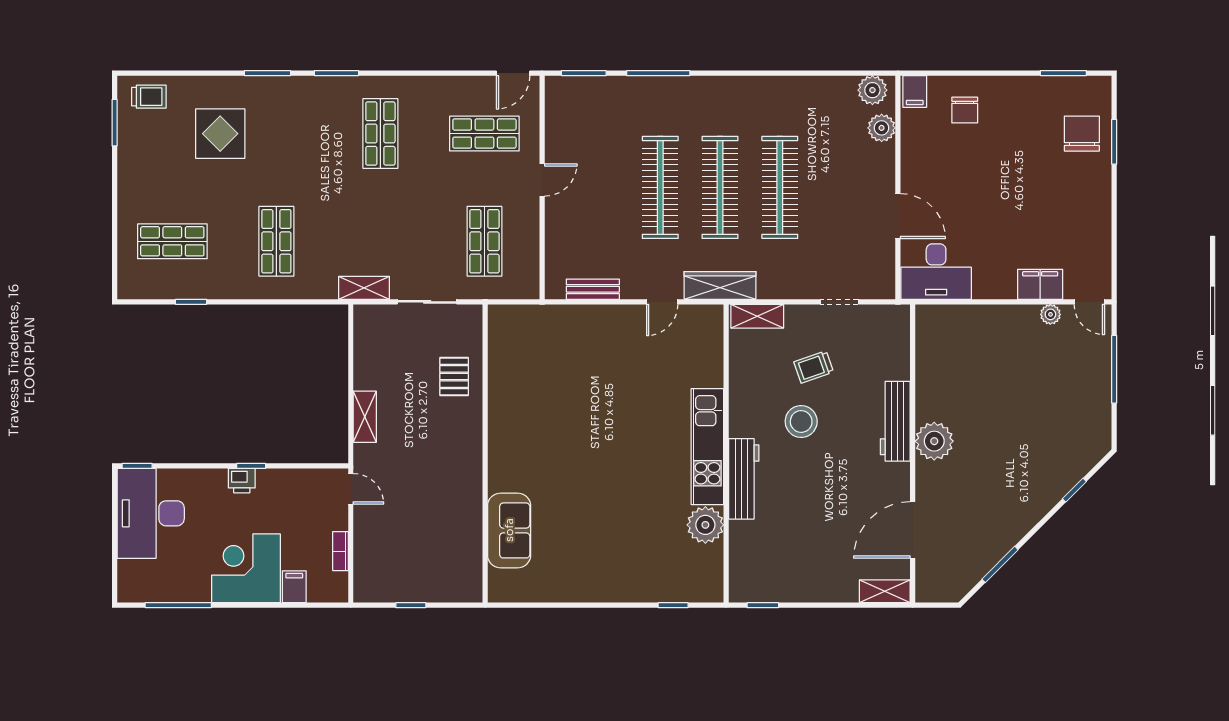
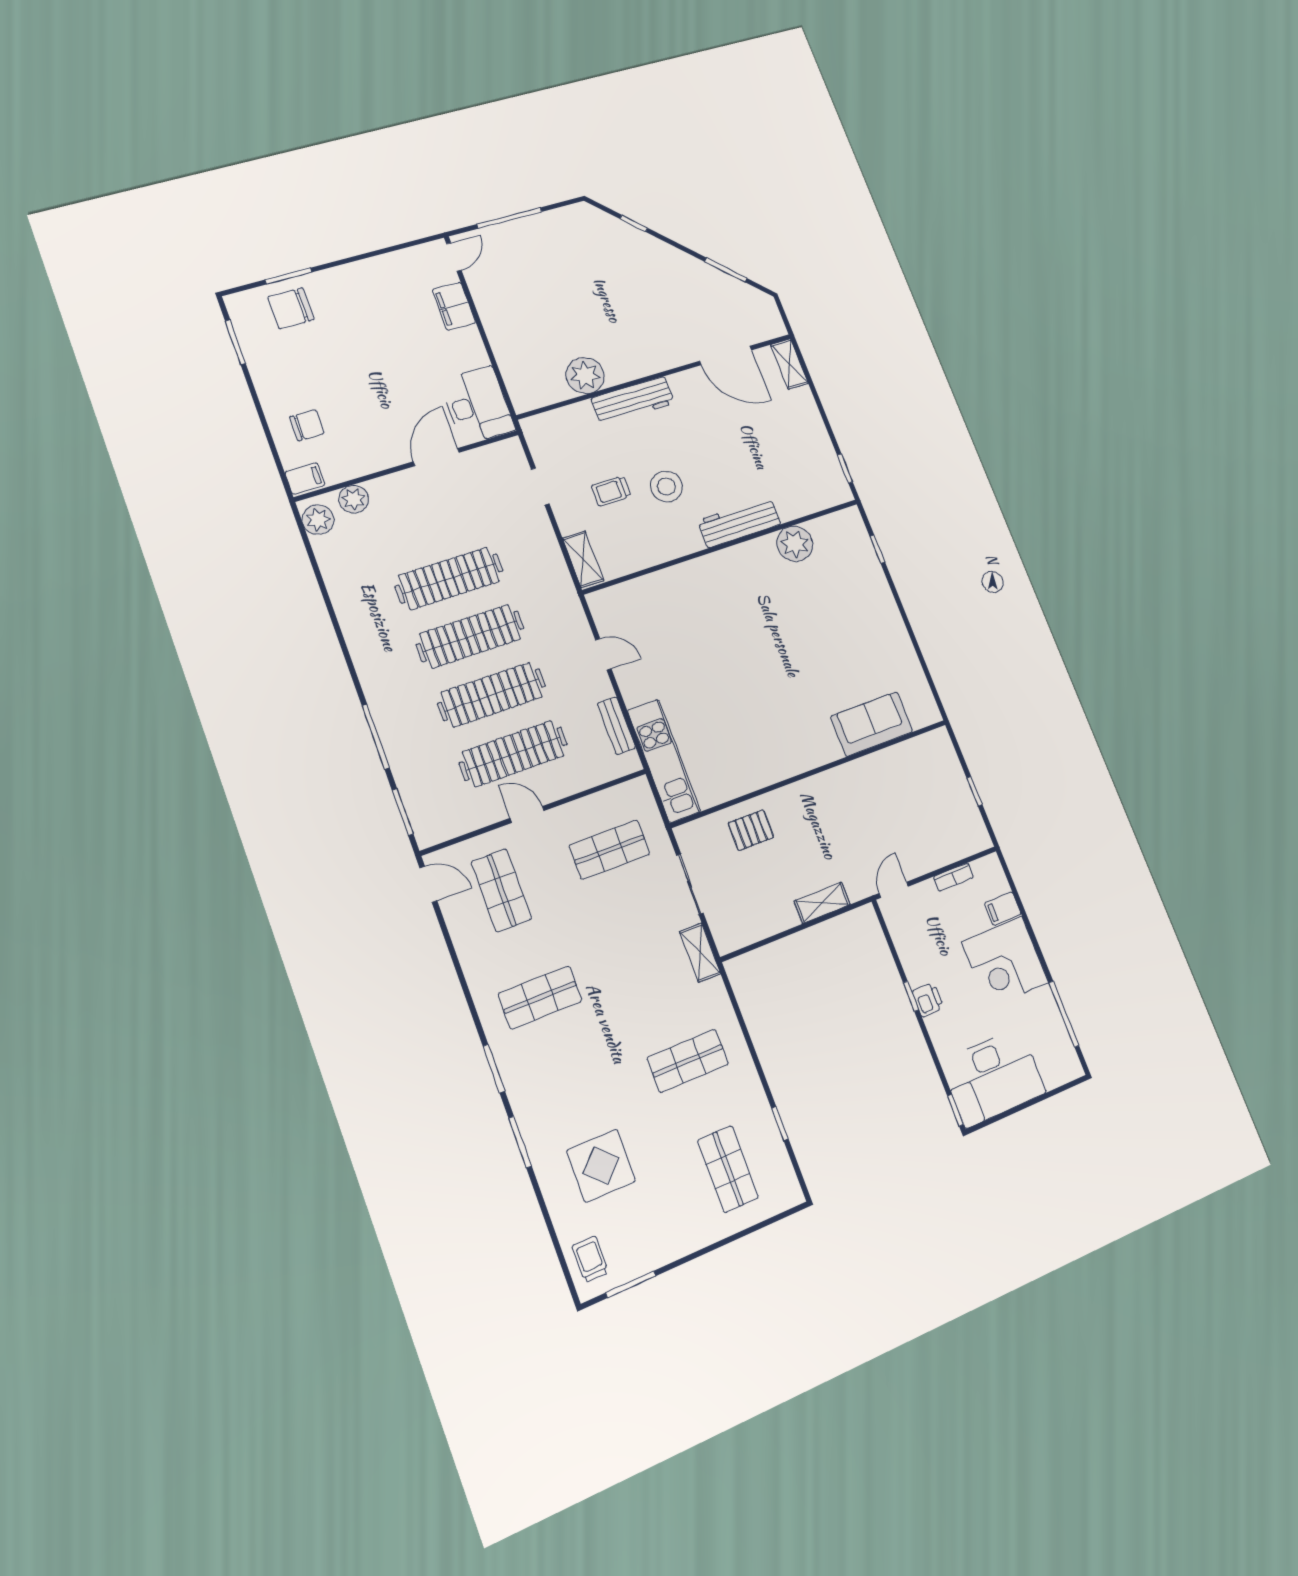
clothes rail: (600, 187) -> (513, 754), added
wardrobe: (720, 285) -> (567, 604), removed
plant: (1050, 314) -> (479, 289), removed
trolley: (814, 367) -> (611, 491), turned 109
plant: (934, 441) -> (585, 375), moved
kitchen unit: (707, 447) -> (664, 761), moved, turned -90

